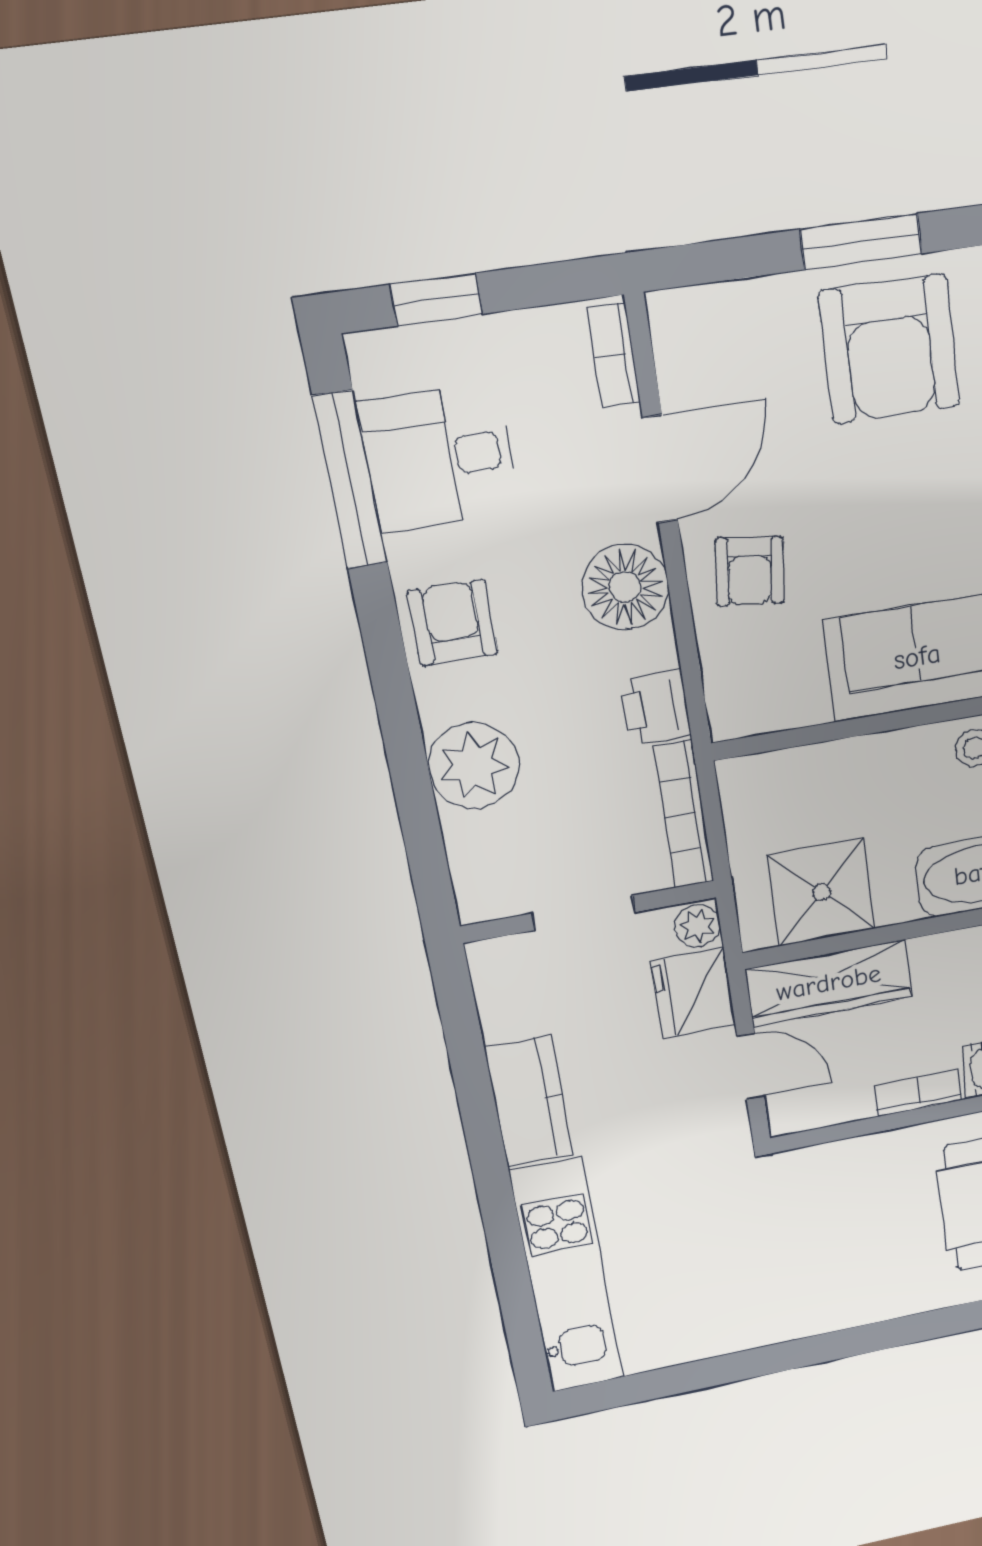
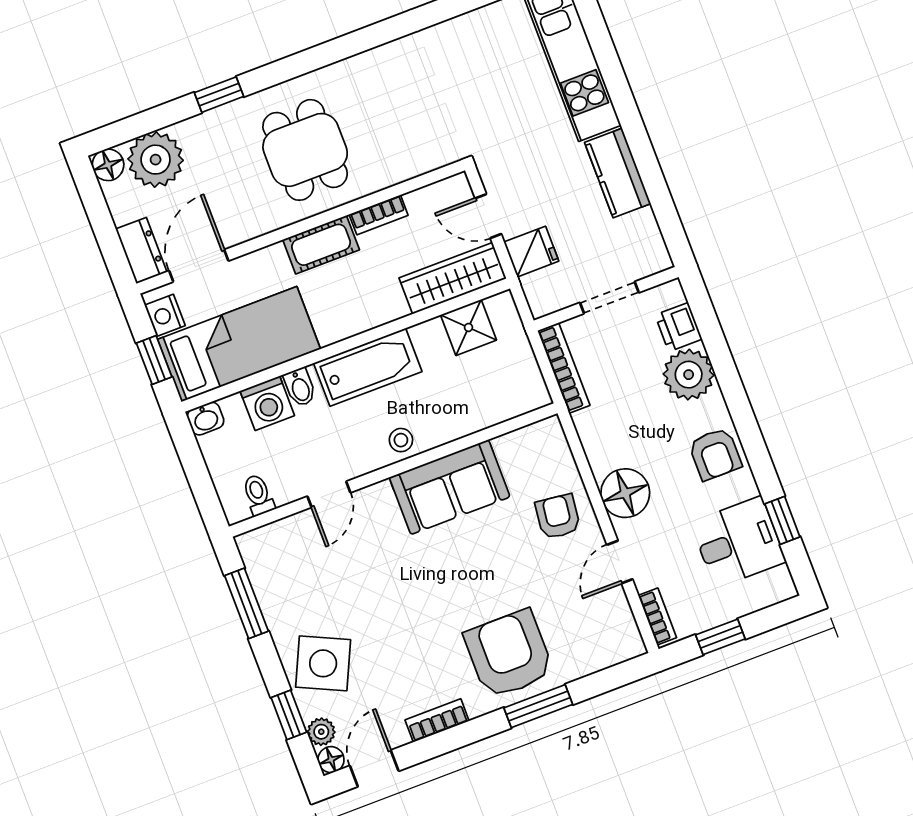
window: (436, 299) -> (720, 637), moved
door: (660, 469) -> (620, 562), width x0.73
window: (350, 480) -> (782, 520), width x0.46
printer: (656, 707) -> (679, 327), moved, turned 180
shower: (821, 892) -> (468, 327), width x0.73, depth x0.73
plant: (698, 926) -> (541, 301), removed
fridge: (693, 993) -> (531, 252), width x0.72

